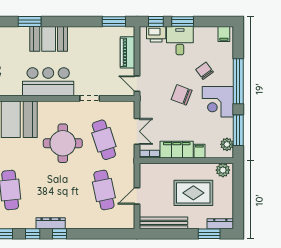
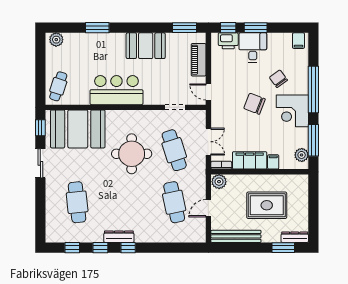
booth: (49, 39) -> (146, 46), moved
doorway: (90, 98) -> (175, 107), moved
plant: (223, 170) -> (219, 182), moved

